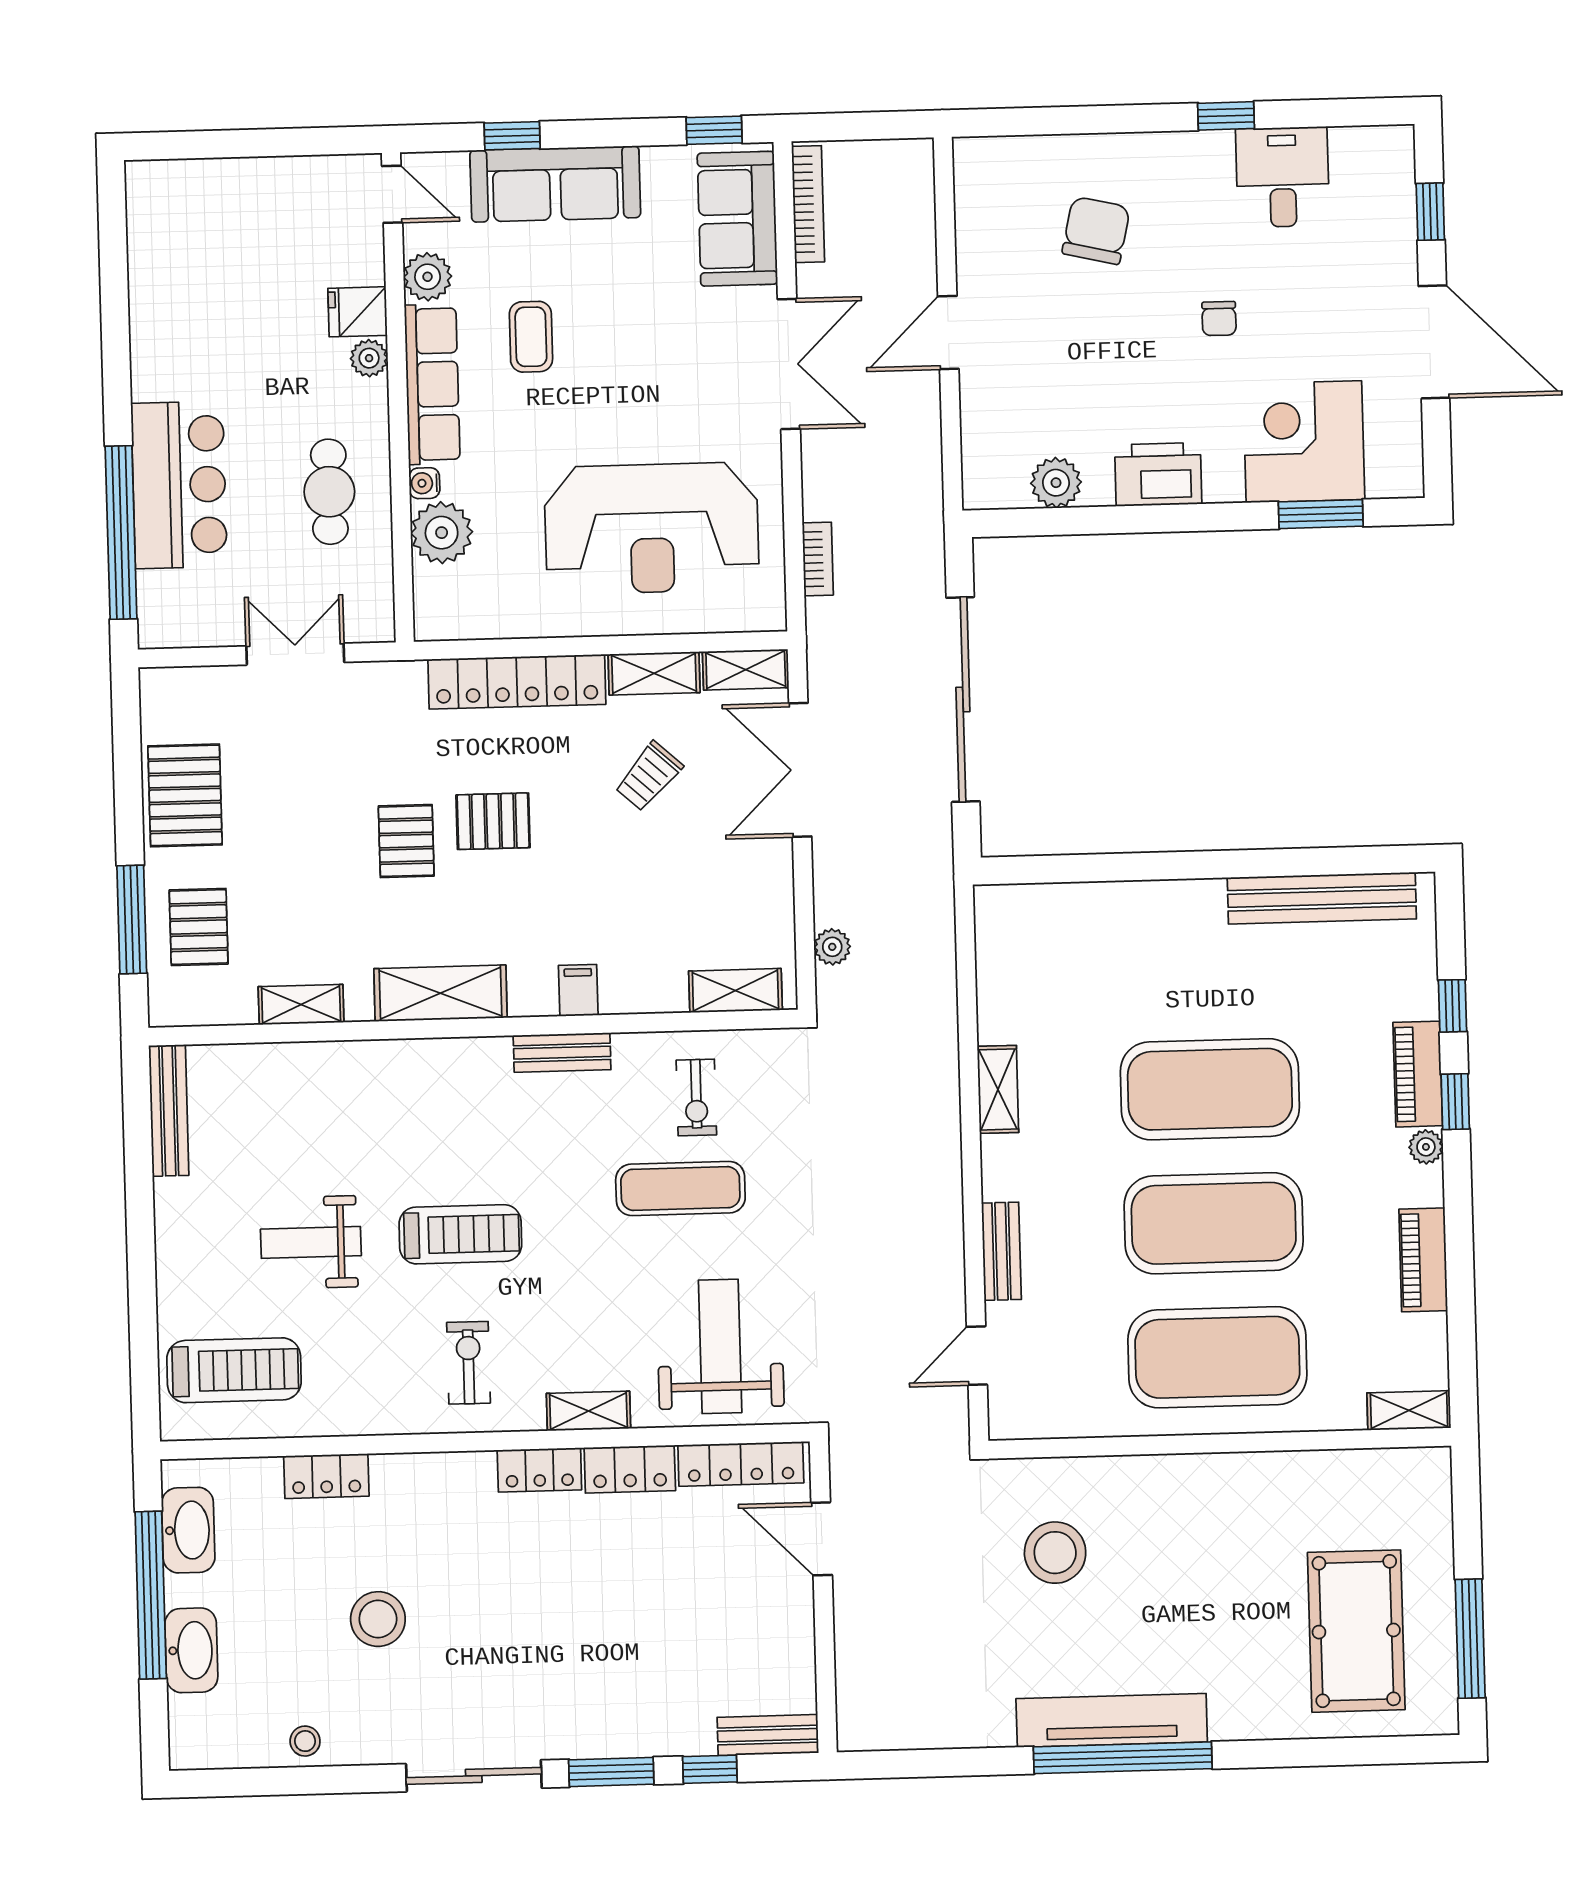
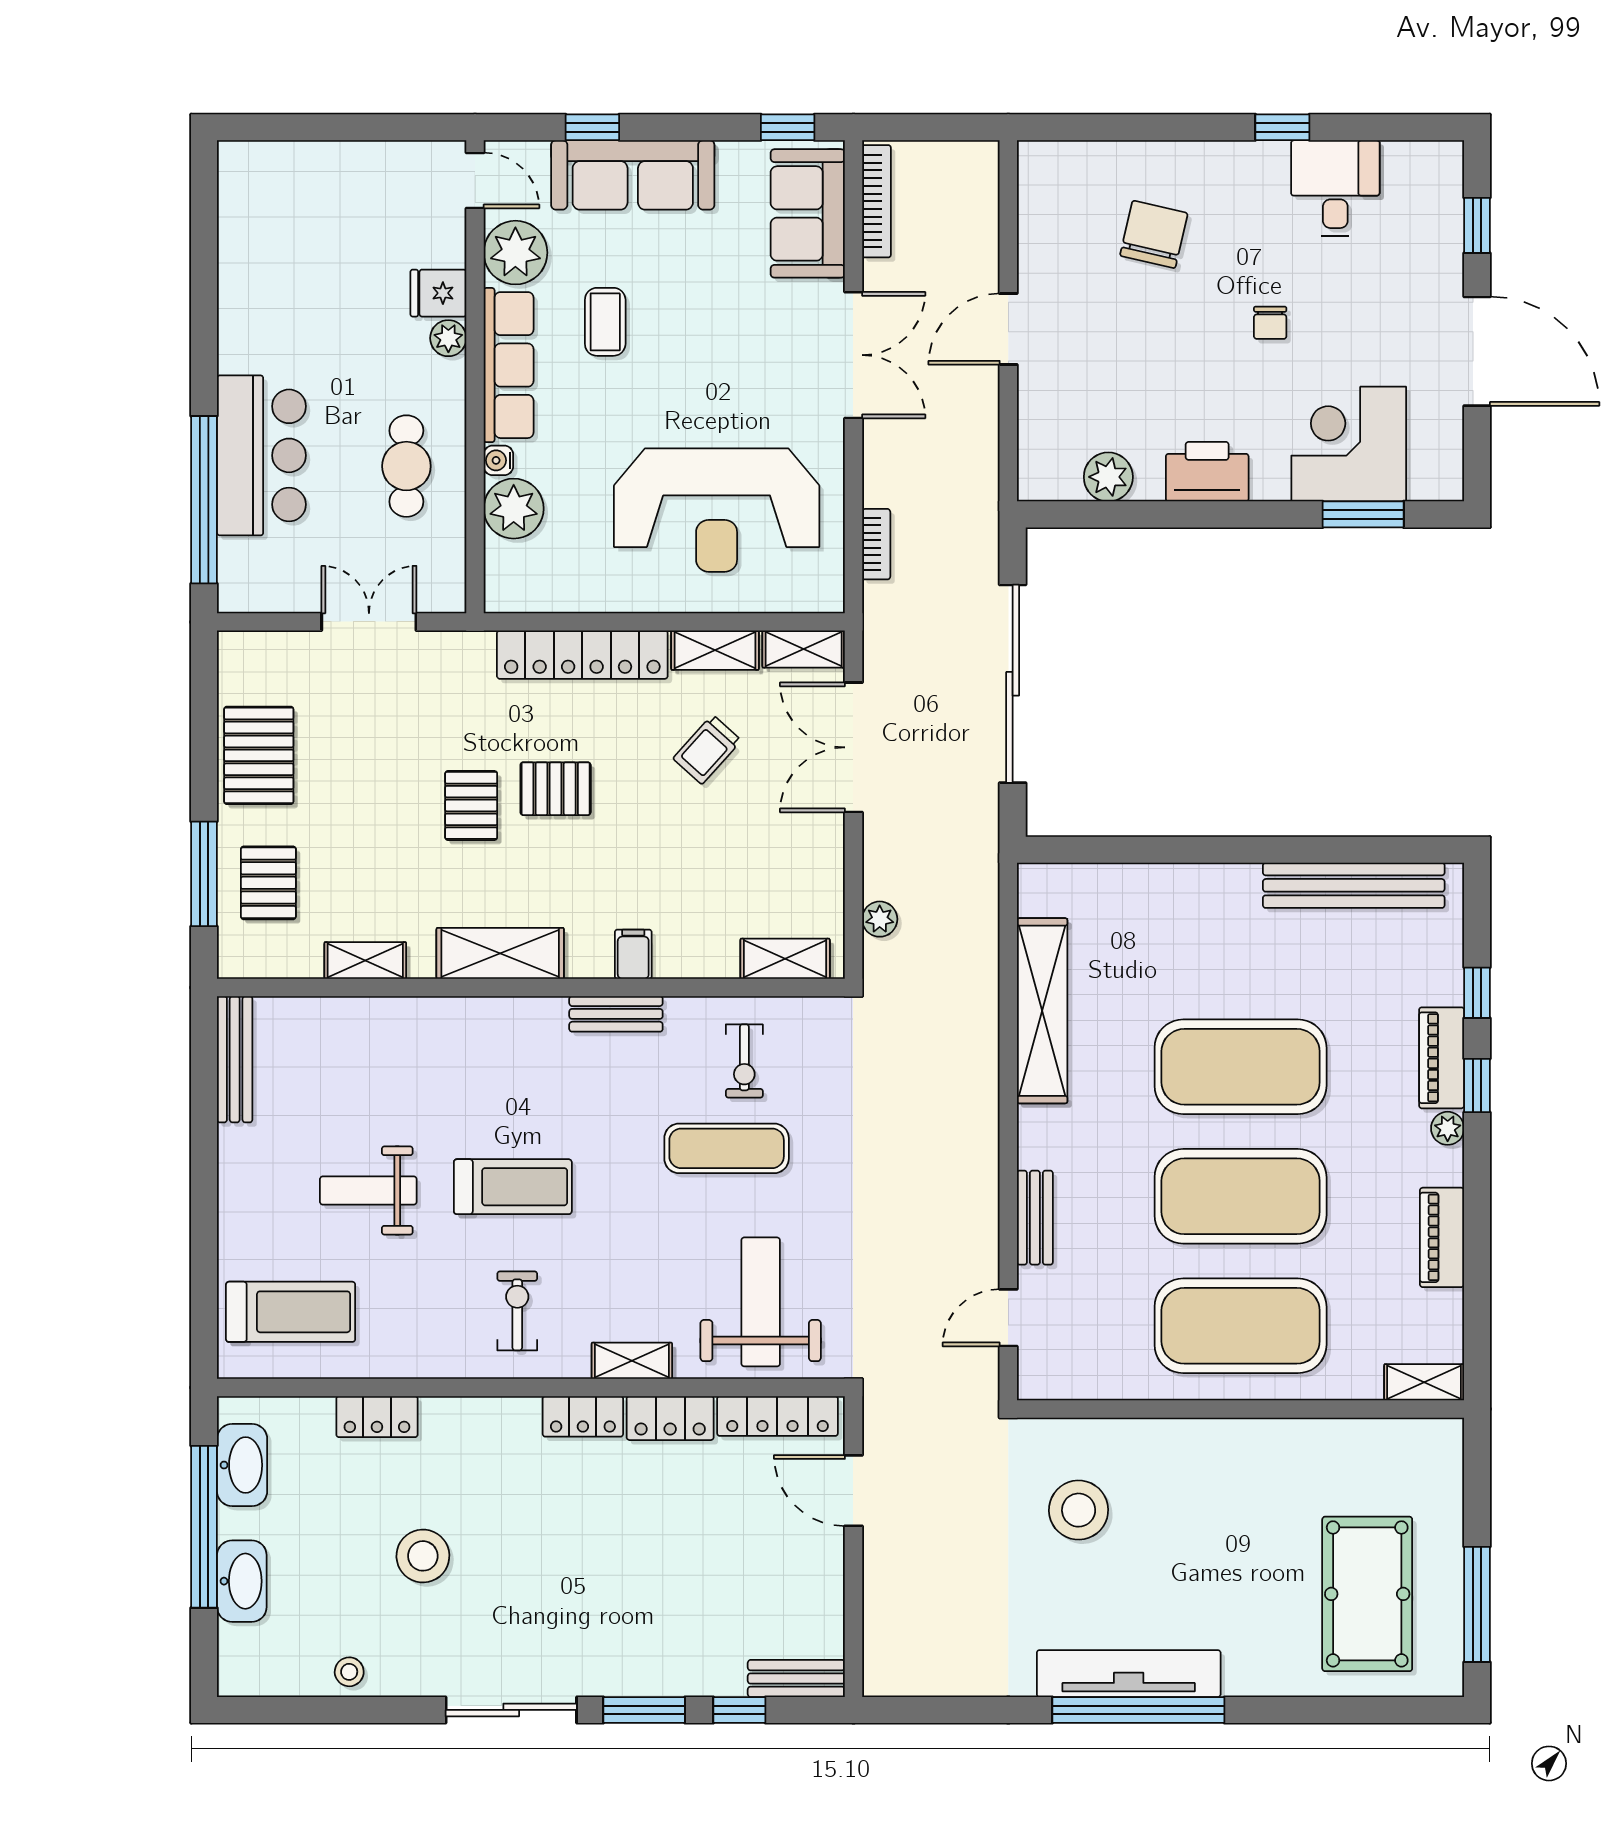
plant: (428, 277) -> (515, 253), width x1.36, depth x1.36
shelving: (998, 1089) -> (1042, 1011), width x2.20, depth x1.33

